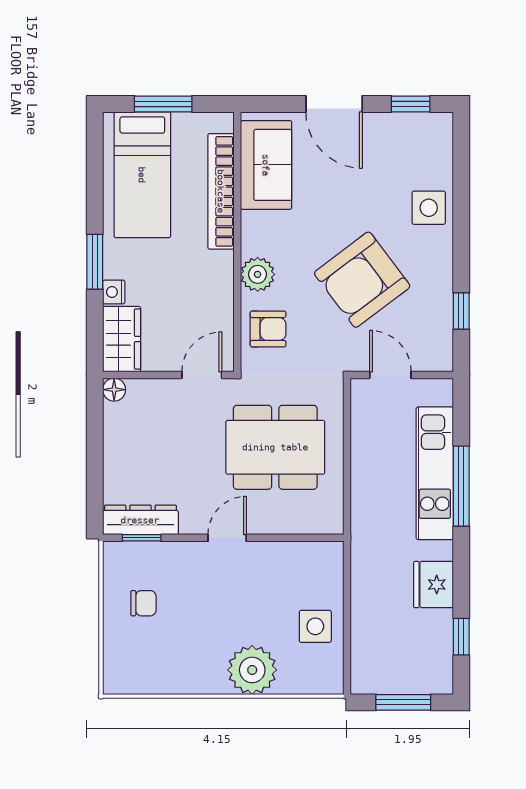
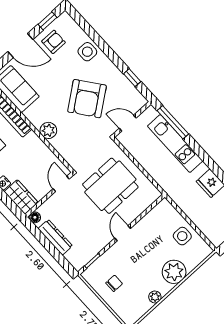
armchair: (268, 329) -> (53, 42), moved
window: (461, 486) -> (173, 122), moved
dresser: (140, 520) -> (55, 237), moved, turned 90
plant: (187, 682) -> (155, 297), added

